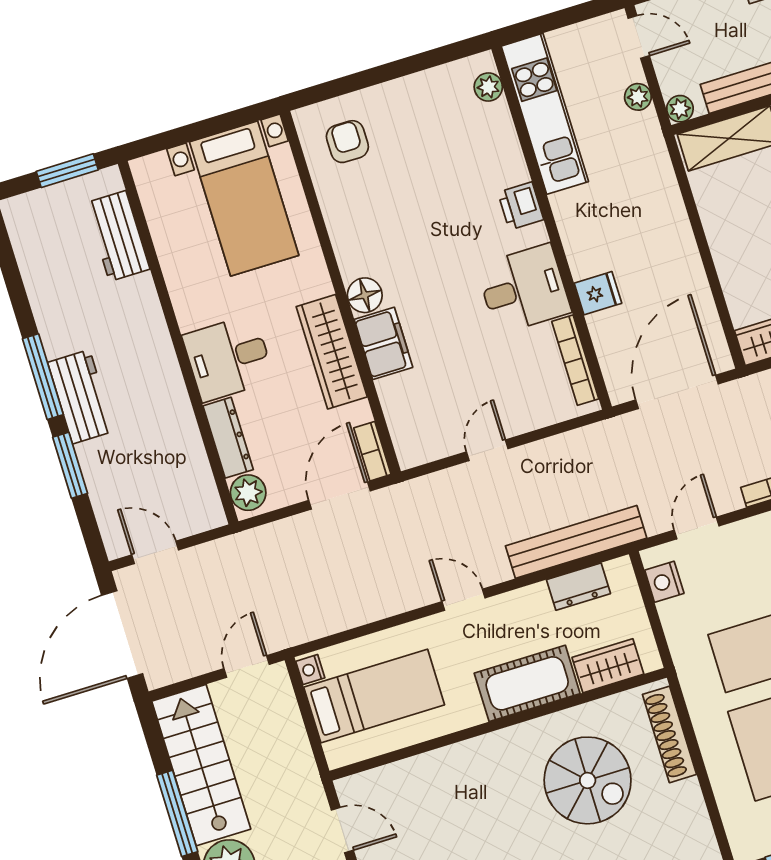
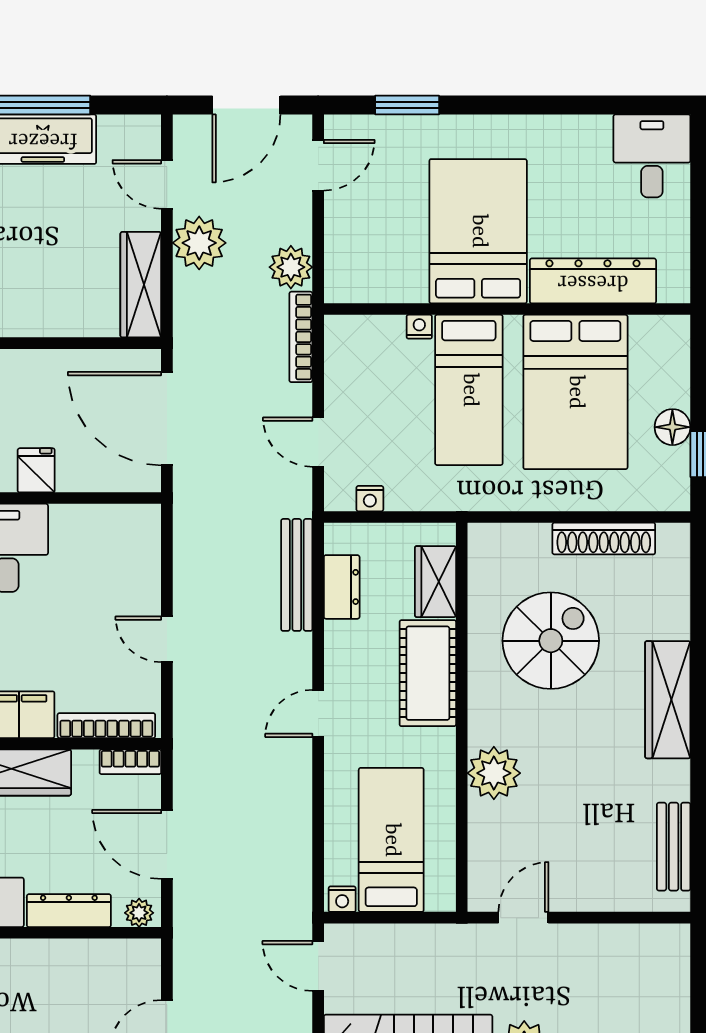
bookcase: (575, 360) -> (106, 726), moved, turned 180
plant: (248, 493) -> (139, 913), width x0.73, depth x0.73
door: (340, 496) -> (167, 844), moved
bench: (576, 542) -> (297, 575), width x0.73, depth x0.82
nightstand: (664, 582) -> (370, 499), width x0.72, depth x0.74
shoe rack: (669, 734) -> (604, 539), moved
plant: (459, 767) -> (494, 773), added

